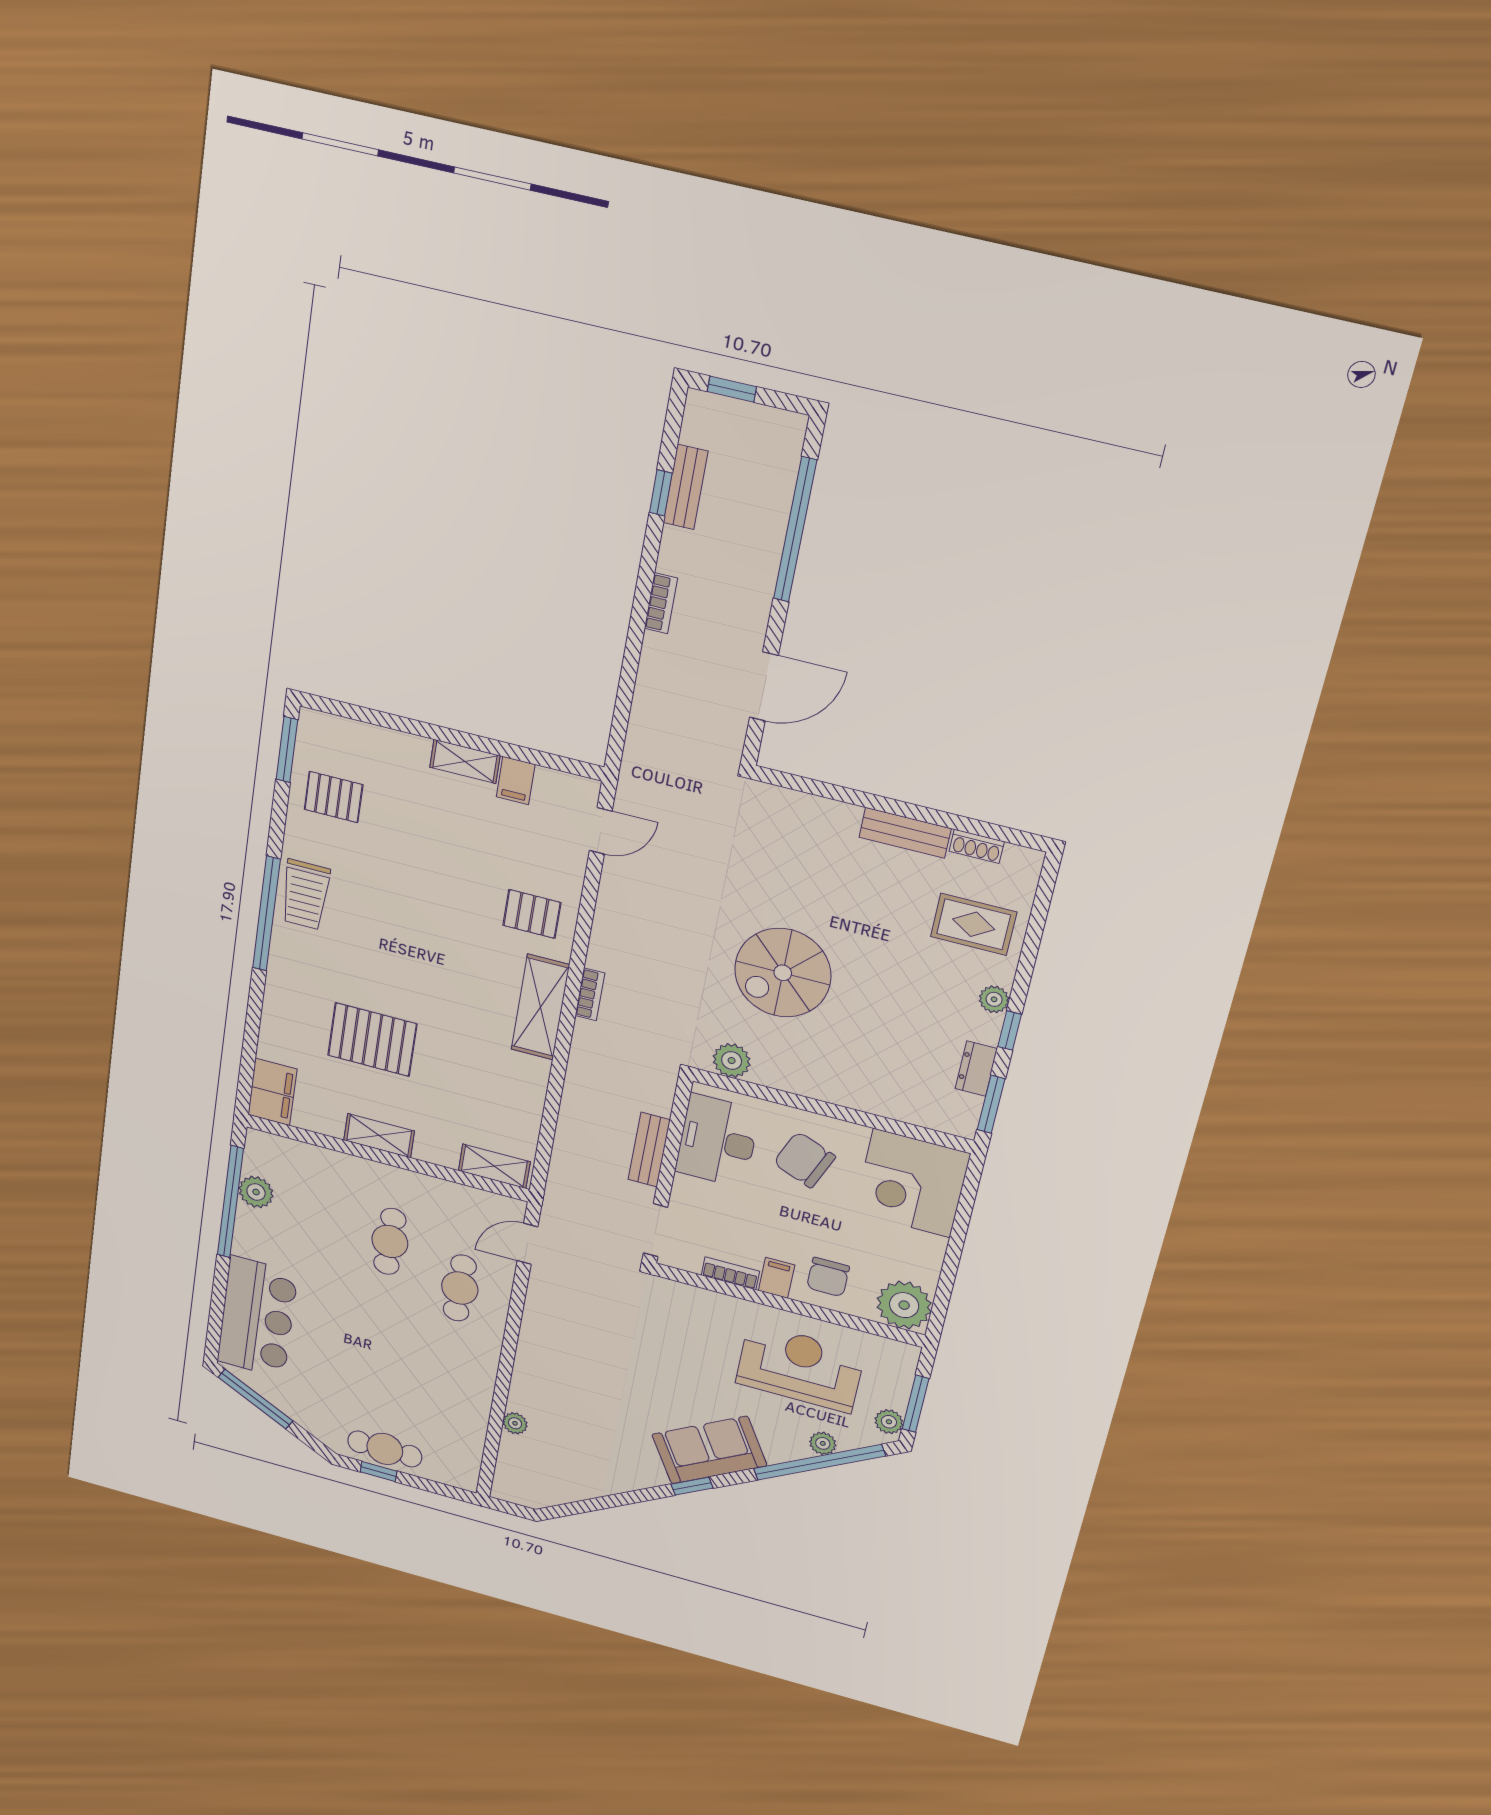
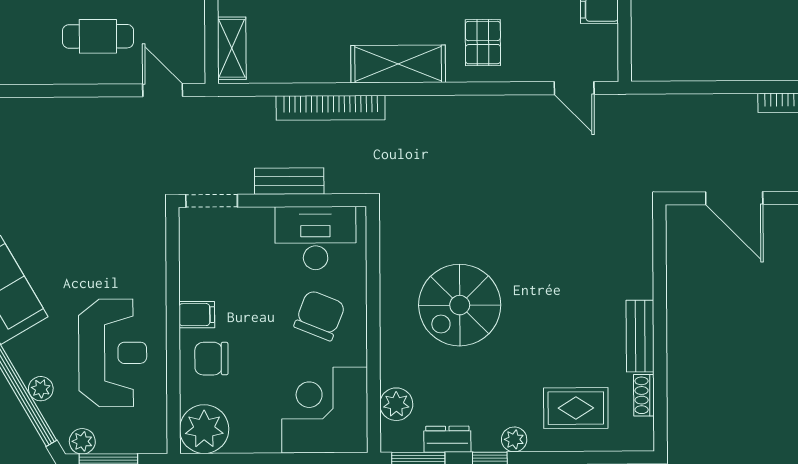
rug: (974, 924) -> (576, 408), turned 90
spiral stairs: (783, 973) -> (460, 305), moved, turned -90
bookcase: (590, 994) -> (331, 108), moved, width x2.31, depth x1.31
plant: (732, 1061) -> (396, 404), moved
bookcase: (730, 1273) -> (189, 274), removed

